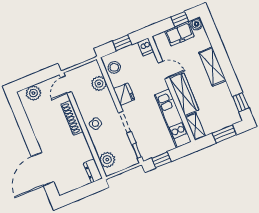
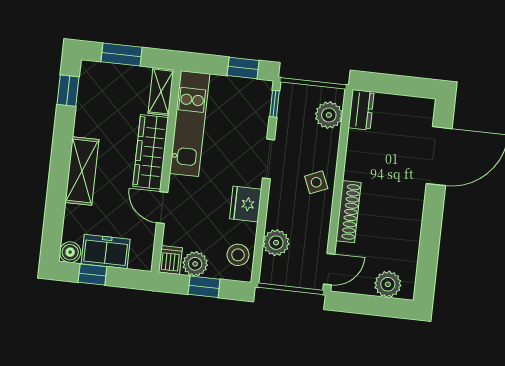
plant: (133, 52) -> (195, 264), added

